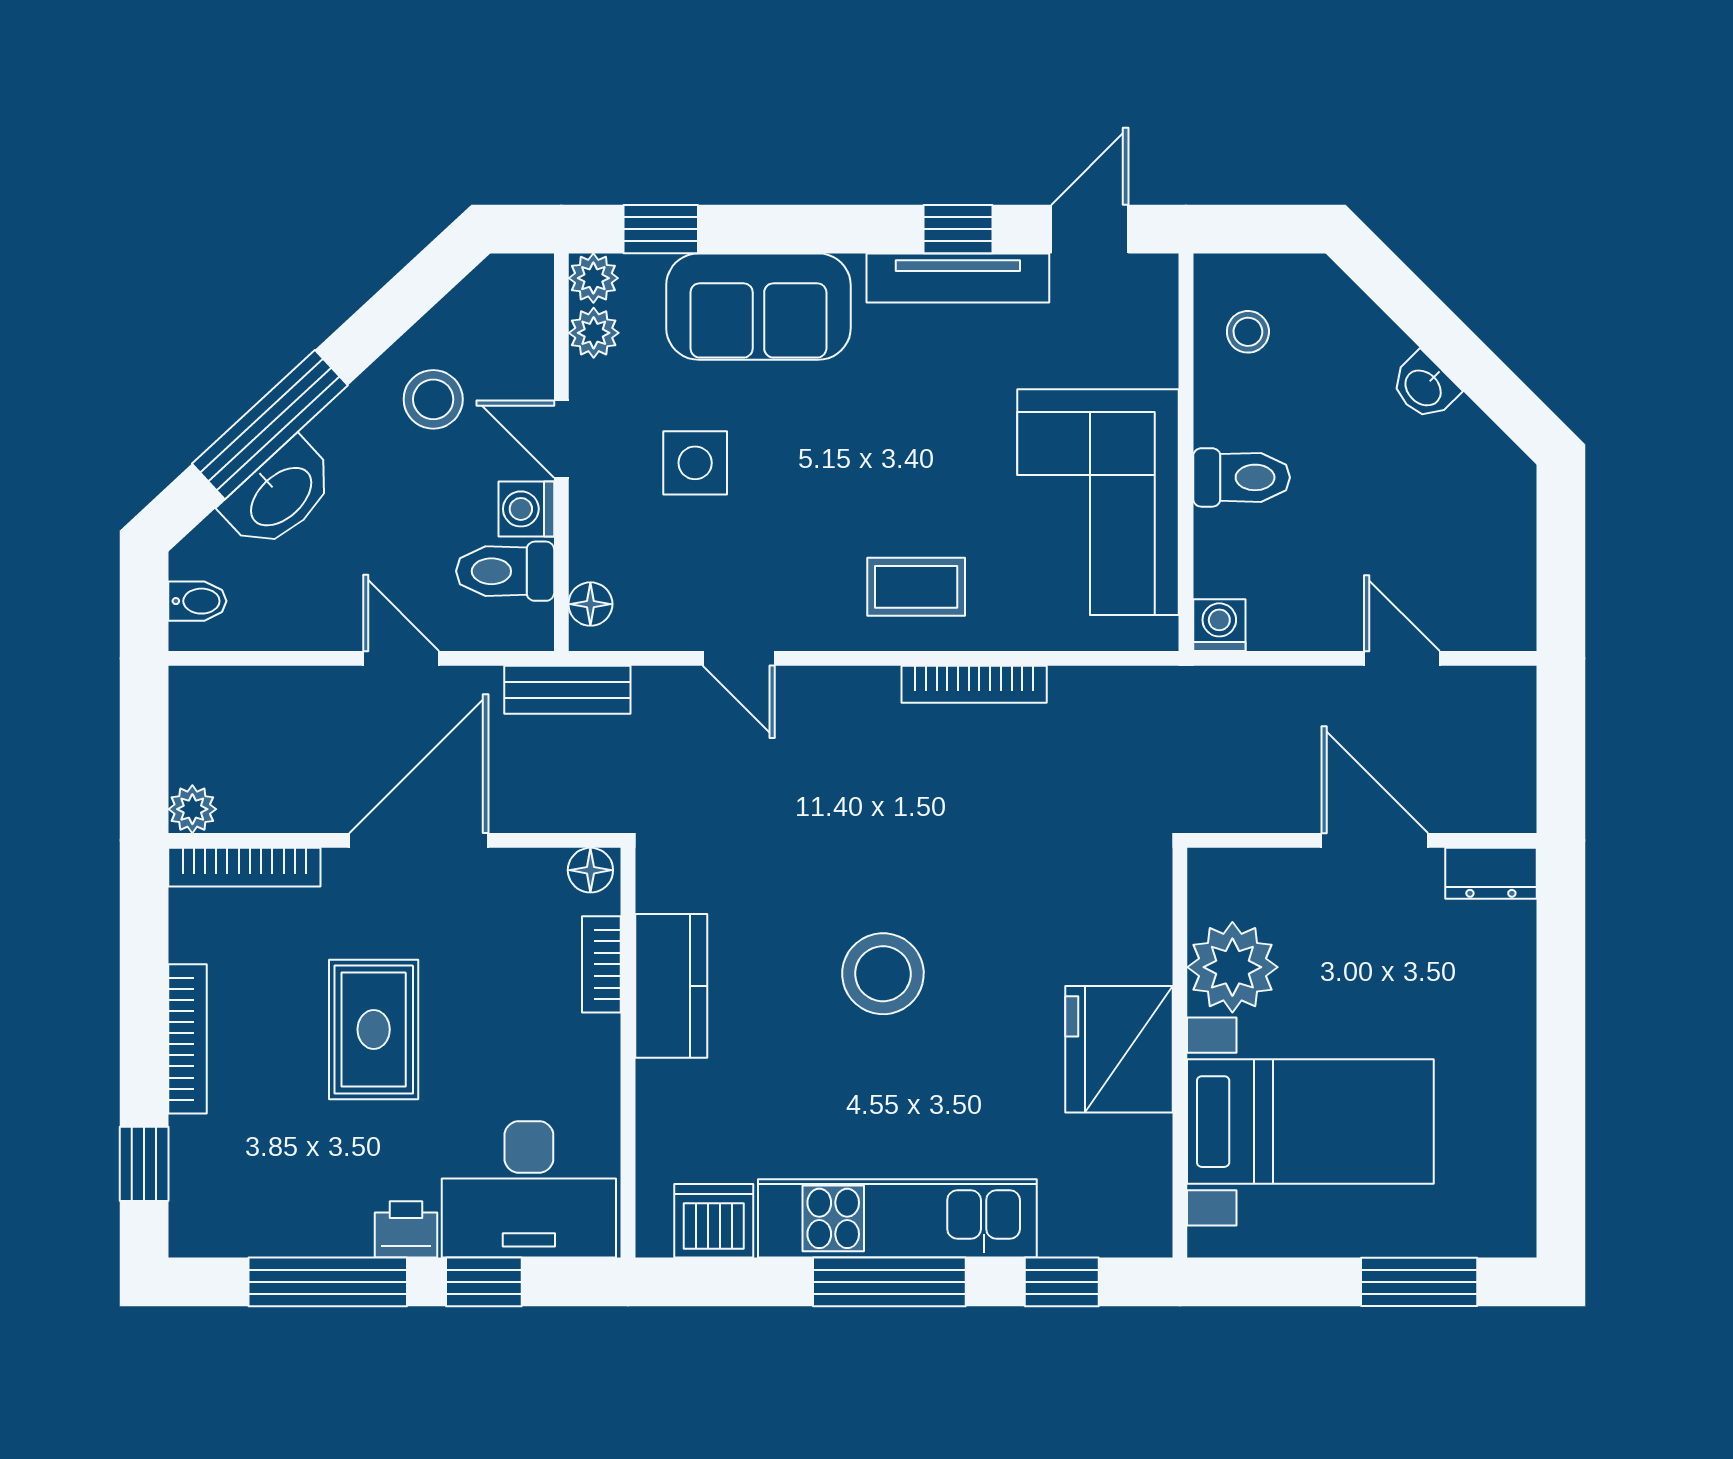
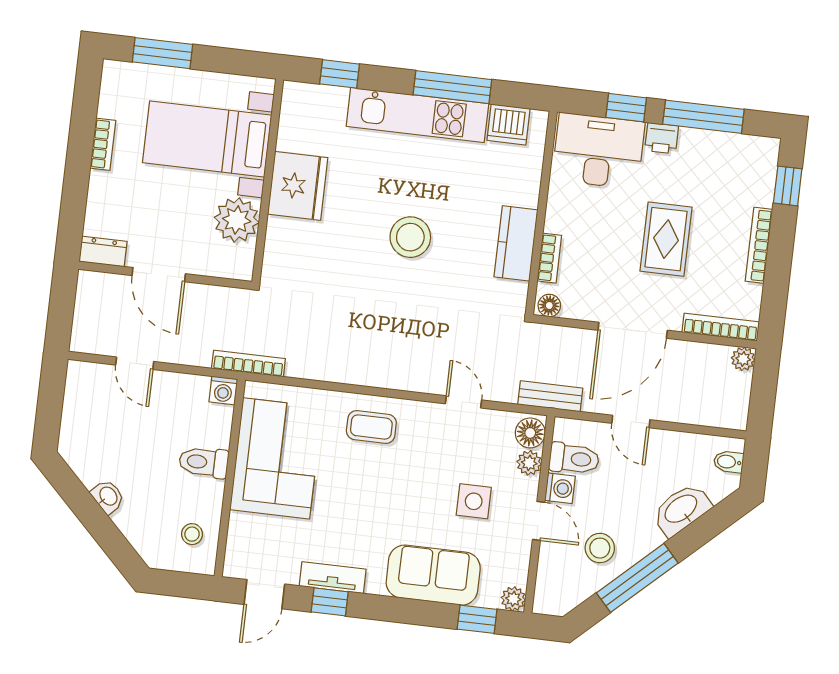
tv unit: (958, 278) -> (333, 578), width x0.71
plant: (594, 333) -> (529, 463), moved
window: (270, 425) -> (637, 578), moved
floor lamp: (590, 604) -> (530, 433), width x1.37, depth x1.37
bookcase: (974, 684) -> (248, 364), moved
bookcase: (1516, 1087) -> (103, 144), added
window: (889, 1282) -> (452, 87), moved

